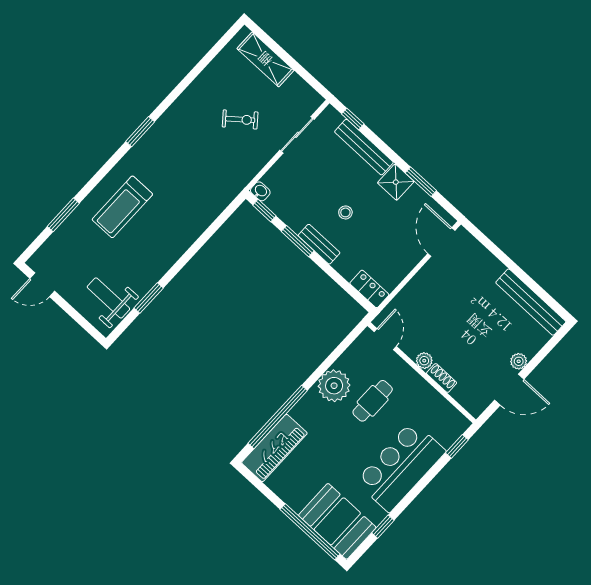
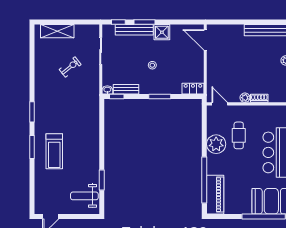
window: (421, 182) -> (144, 22), moved
window: (63, 215) -> (32, 147), moved
window: (298, 241) -> (160, 96), moved
bench: (319, 244) -> (126, 89), moved

